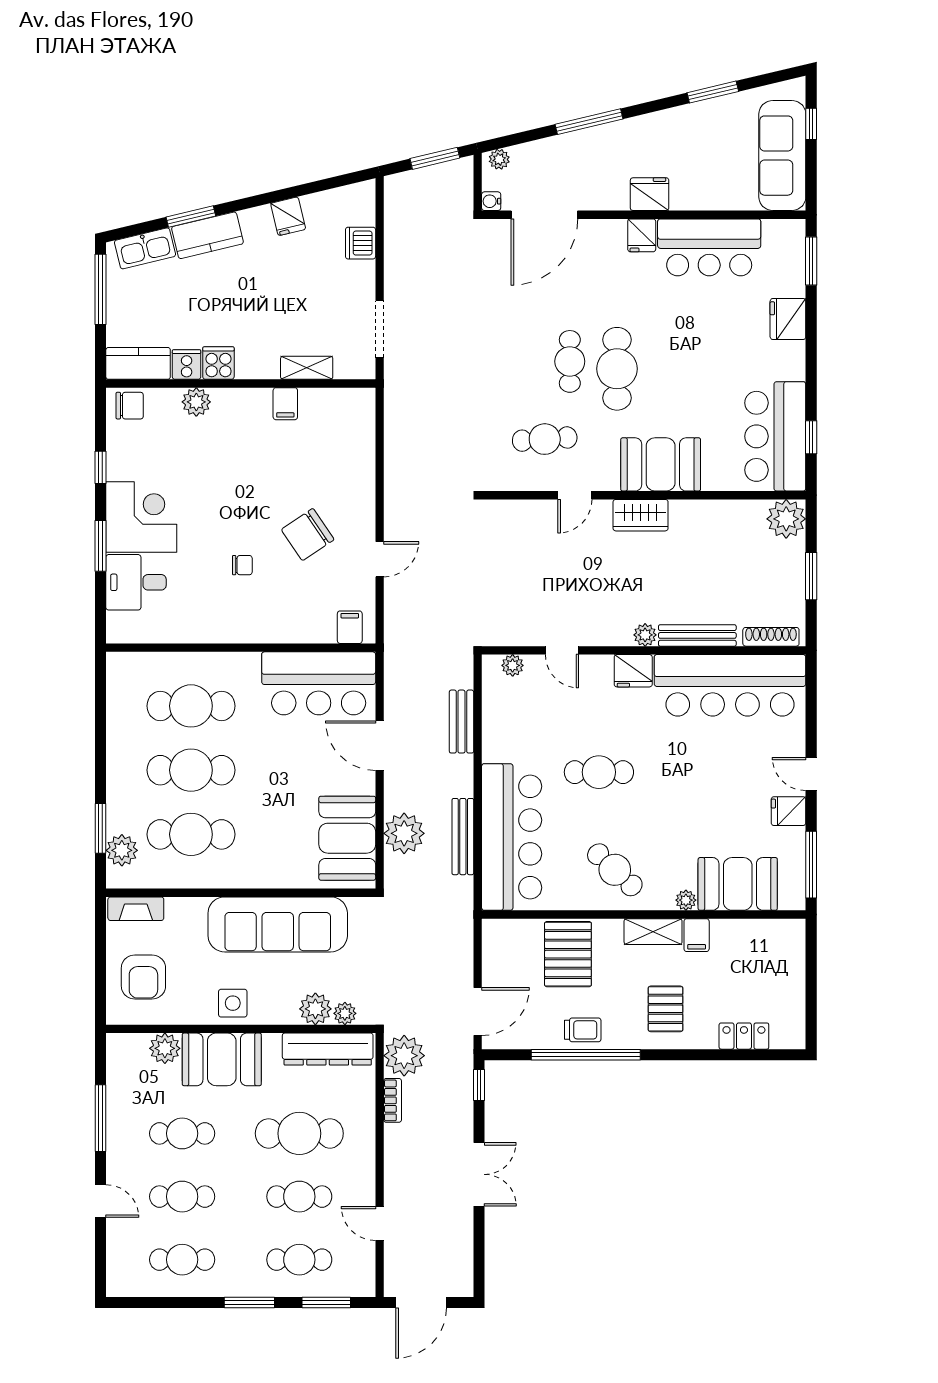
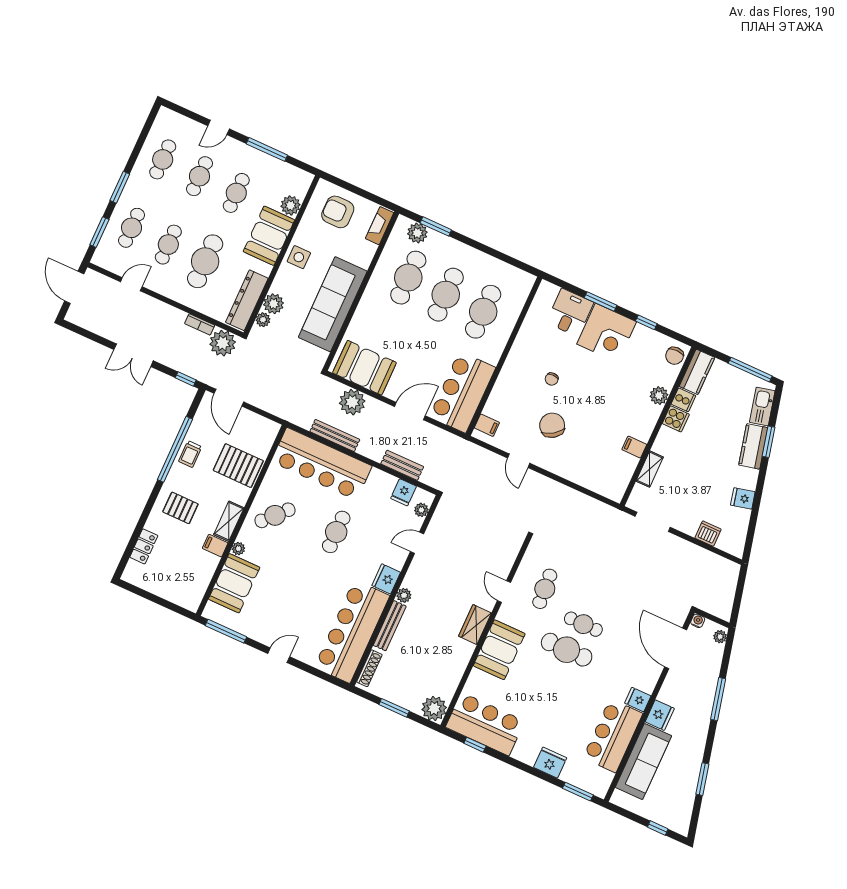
sofa: (782, 156) -> (643, 762), moved, turned 90
window: (435, 158) -> (738, 599), removed
fridge: (789, 811) -> (404, 492), moved, turned 180

